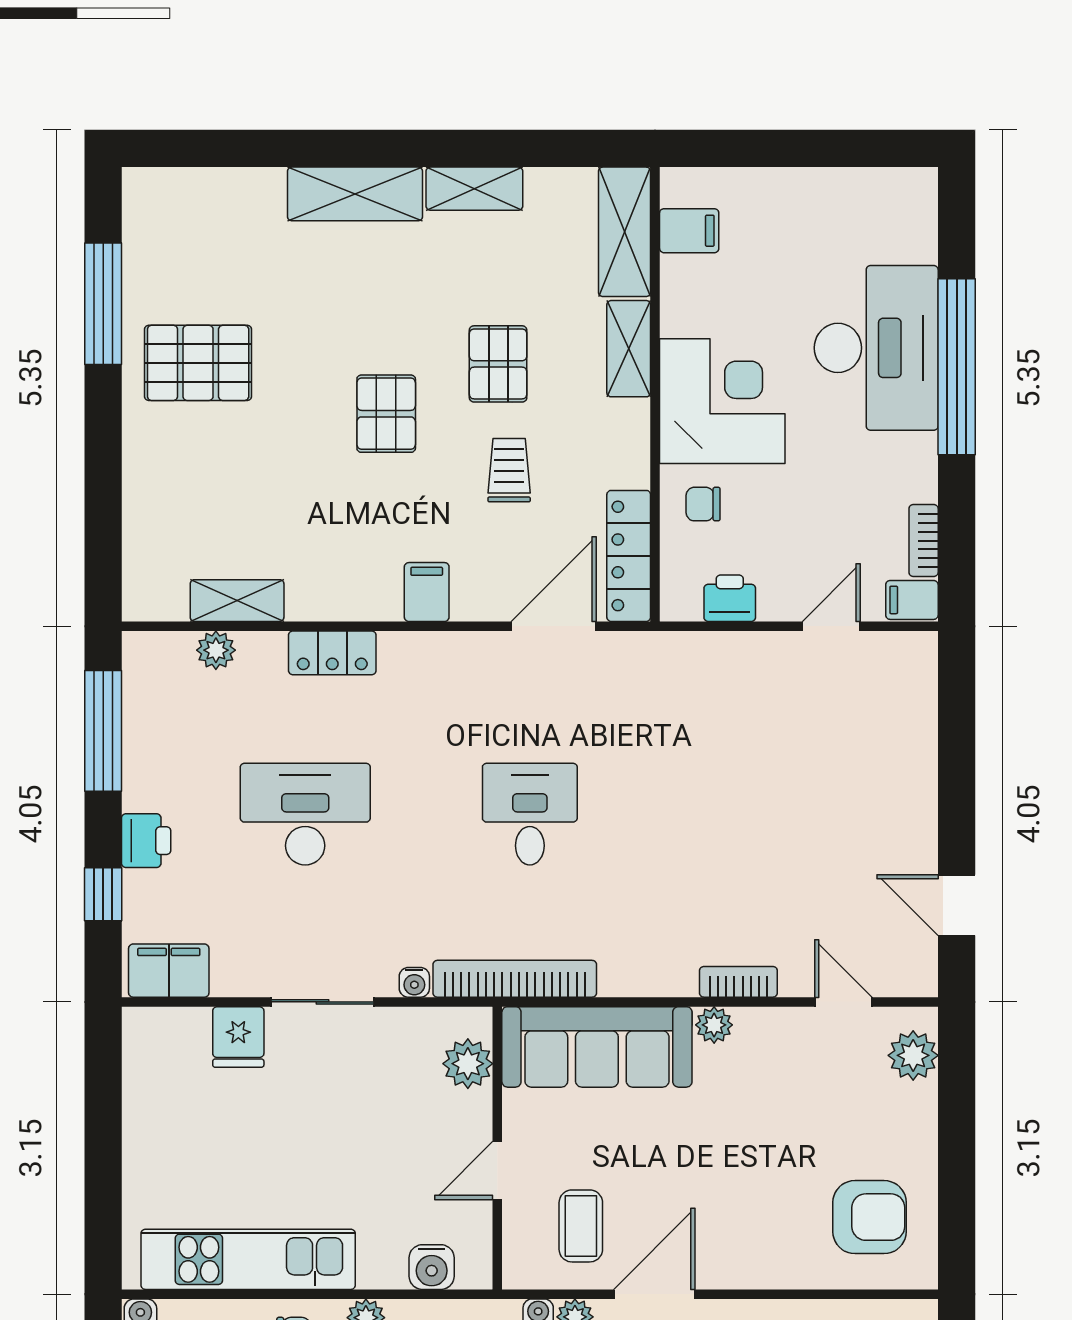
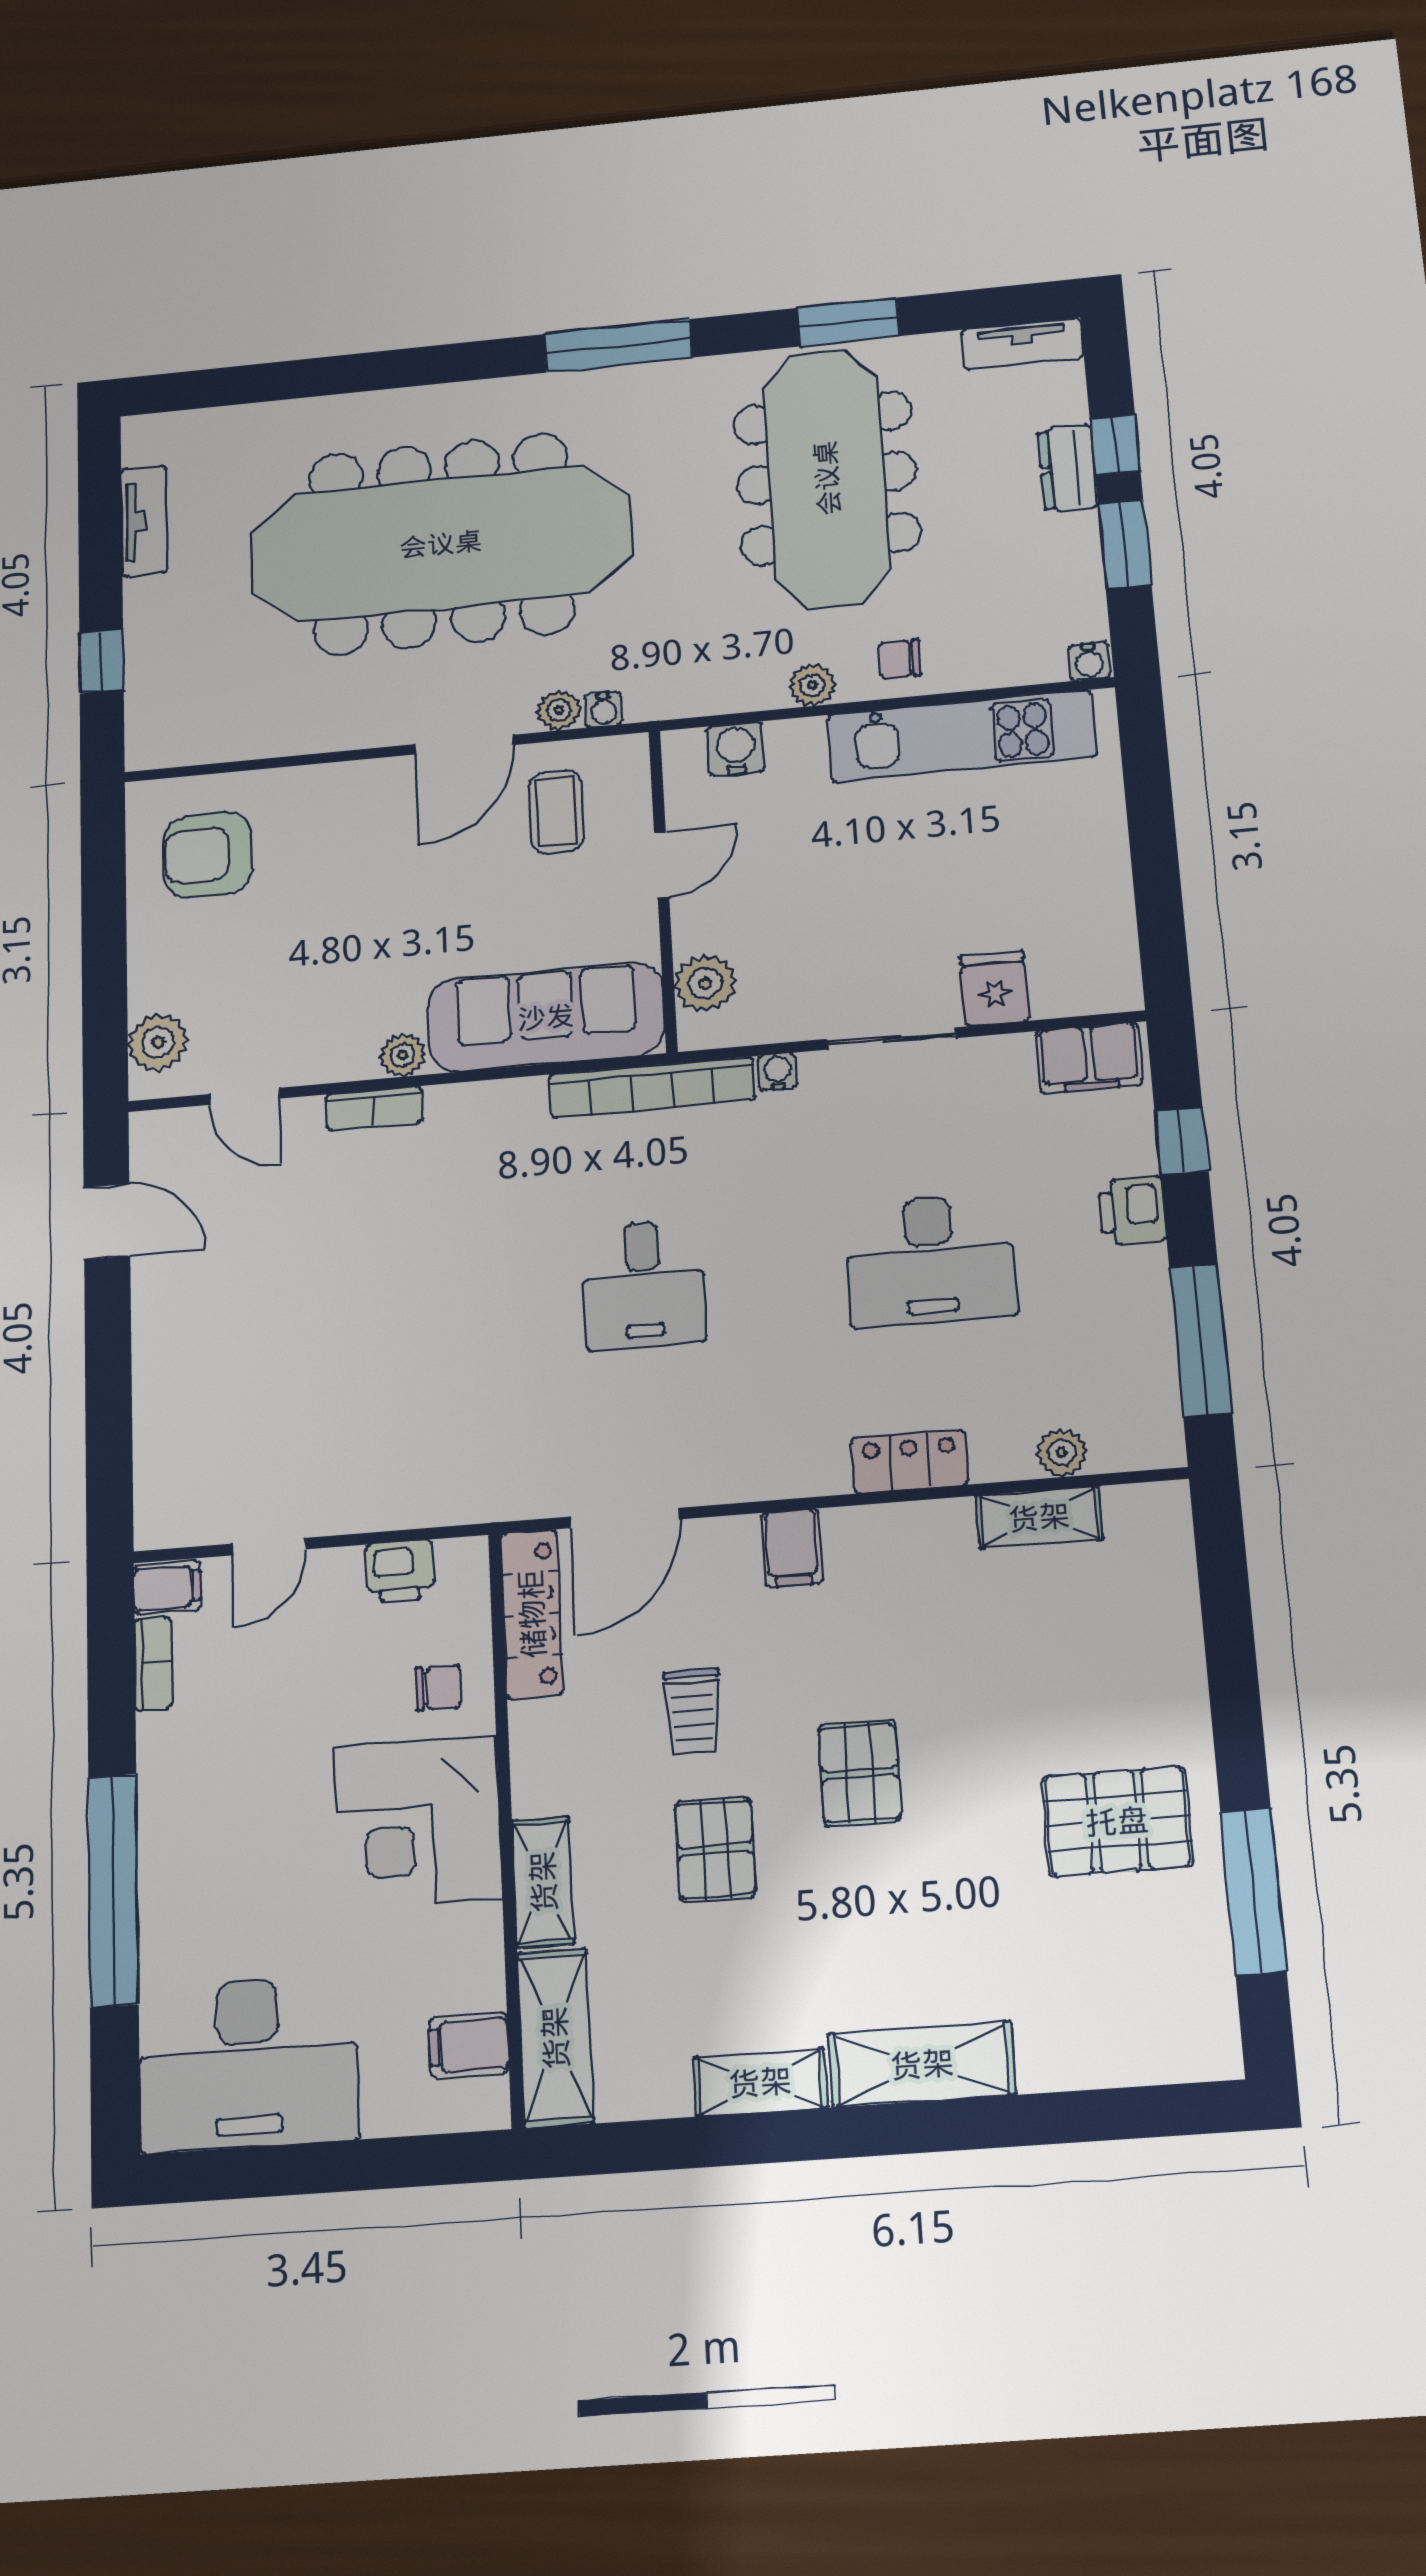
desk: (876, 348) -> (248, 2063), moved, turned -90

